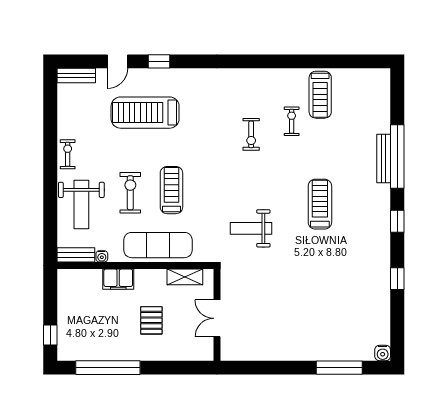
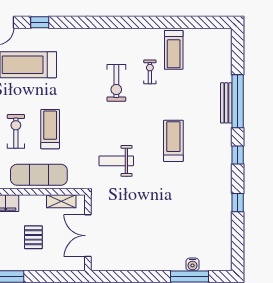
exercise bike: (251, 134) -> (116, 83), width x1.38, depth x1.39
double door: (217, 318) -> (88, 236), width x1.37
water cooler: (383, 353) -> (193, 264), moved

